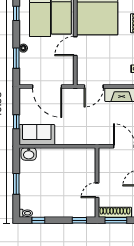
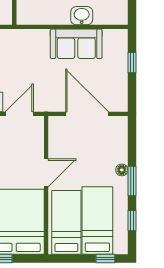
window: (16, 58) -> (132, 181), moved
sofa: (37, 135) -> (76, 44), moved
washbasin: (29, 154) -> (82, 16), moved

